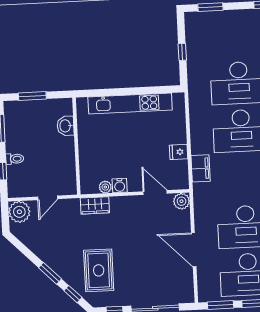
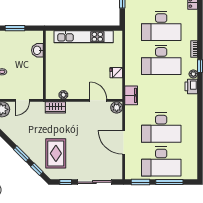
filing cabinet: (201, 168) -> (131, 95), moved
water cooler: (120, 185) -> (74, 94), removed

